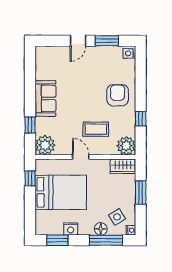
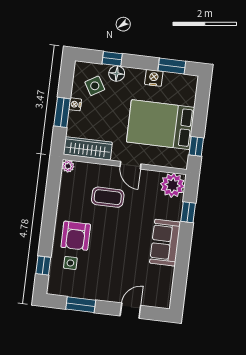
door: (78, 41) -> (130, 311), moved
side table: (128, 53) -> (70, 263), moved
window: (141, 119) -> (43, 266), moved
plant: (126, 146) -> (68, 166), width x0.53, depth x0.53
wardrobe: (123, 166) -> (88, 148), width x1.50
nightstand: (131, 230) -> (75, 104), moved
window: (106, 240) -> (112, 59), width x0.46

